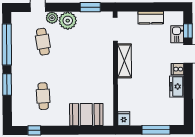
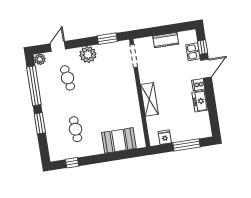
plant: (52, 18) -> (40, 59), moved
shelving: (124, 61) -> (149, 99), moved
fridge: (124, 118) -> (165, 137), moved

